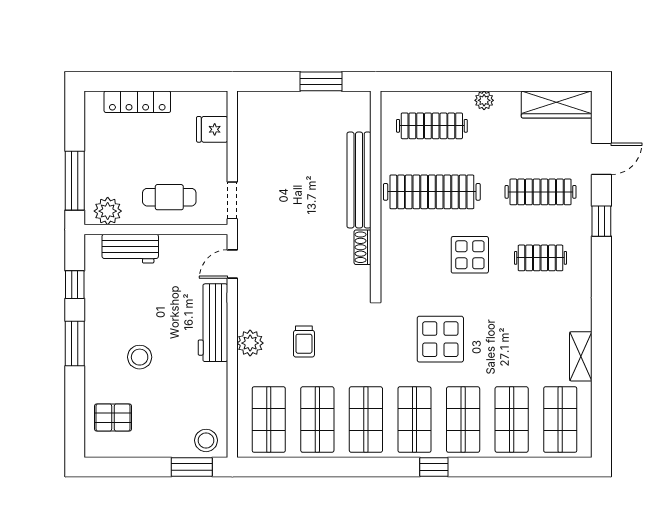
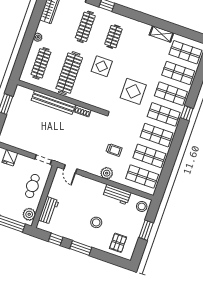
workbench: (213, 323) -> (117, 194), moved, width x0.73
window: (192, 467) -> (146, 230), moved

